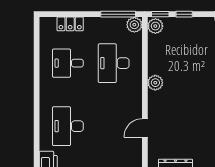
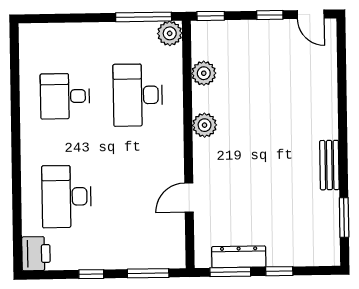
window: (184, 14) -> (270, 15), moved
locker: (70, 24) -> (67, 34), removed
plant: (155, 26) -> (204, 73), moved

